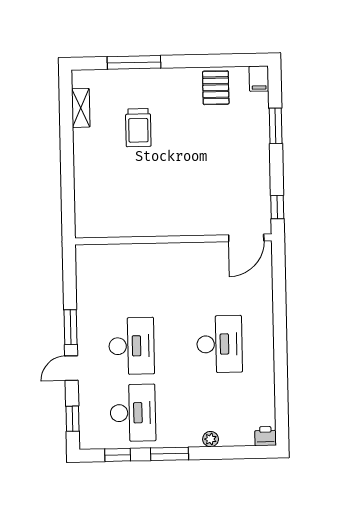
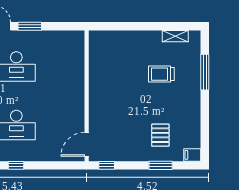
pallet: (216, 88) -> (160, 135), moved, turned 90
door: (246, 238) -> (87, 144), hinge flipped
window: (280, 343) -> (16, 165), added

